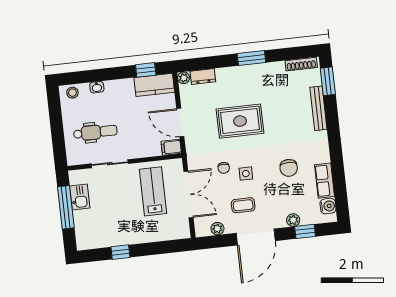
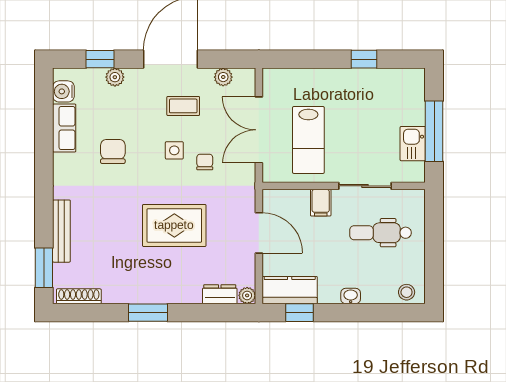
washbasin: (97, 87) -> (351, 296), moved
filing cabinet: (171, 147) -> (321, 203), moved, turned 90

